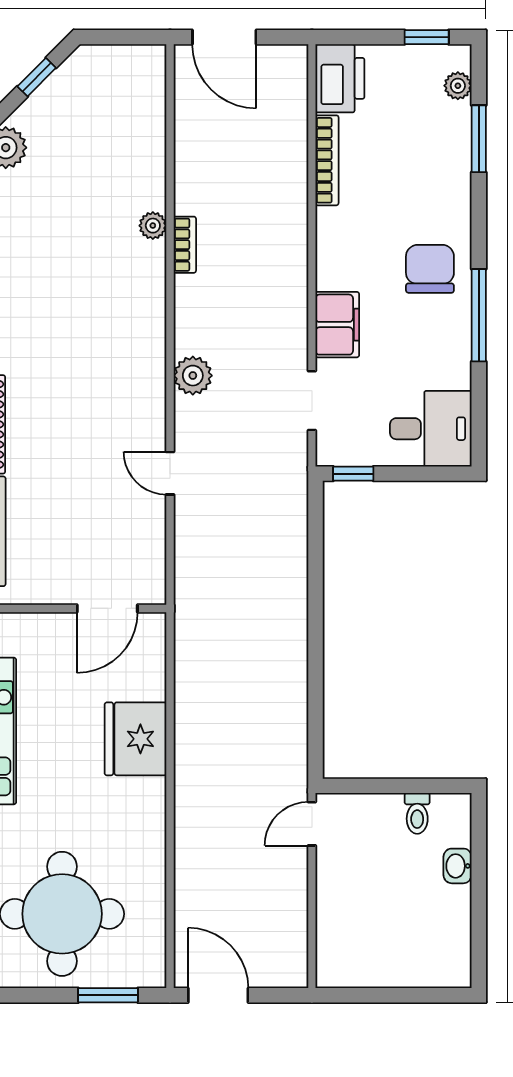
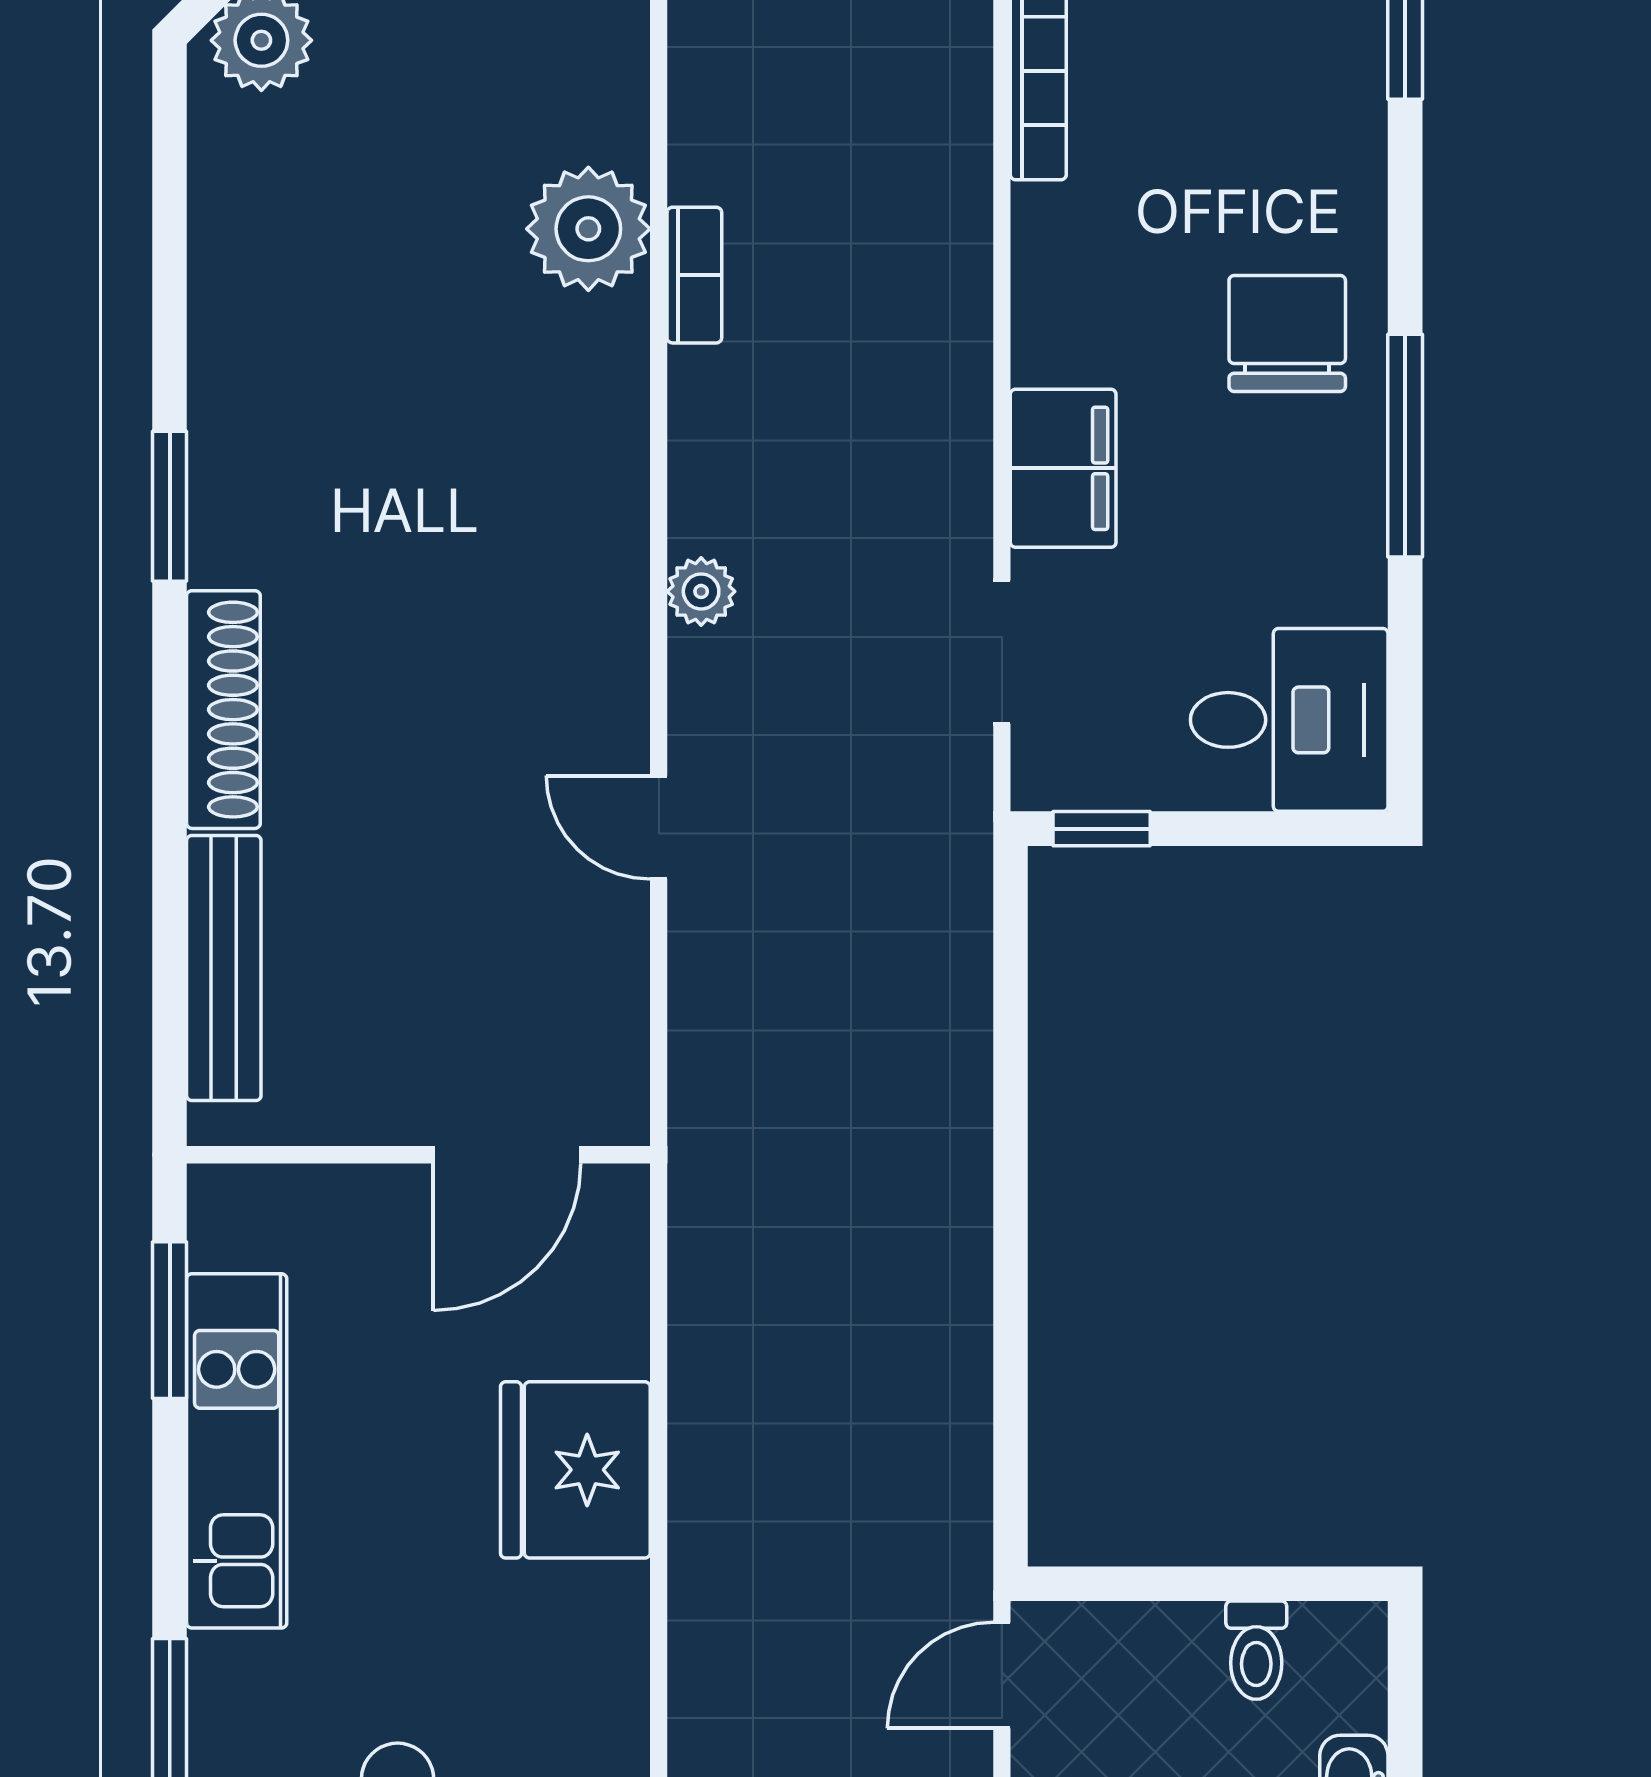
plant: (153, 226) -> (588, 229), width x1.88, depth x1.88
plant: (193, 376) -> (701, 591), width x0.73, depth x0.73

